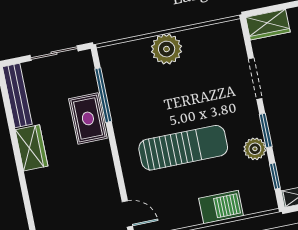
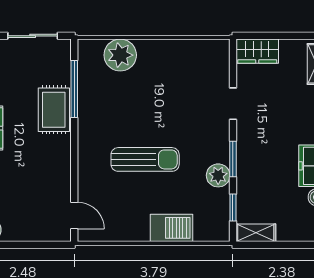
plant: (167, 49) -> (120, 55), moved
doorway: (255, 79) -> (233, 104), width x0.73
sun lounger: (183, 148) -> (145, 159), width x0.73, depth x0.75

